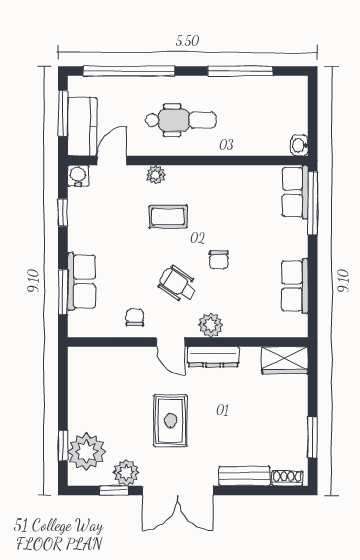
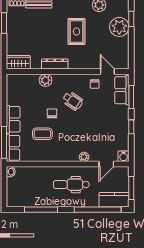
kitchen counter: (82, 127) -> (114, 200), moved, turned 90
window: (63, 213) -> (131, 127), moved
coffee table: (168, 217) -> (42, 134), moved
row of seats: (81, 281) -> (122, 90), moved
row of seats: (295, 286) -> (13, 119), moved
plant: (211, 325) -> (45, 80), moved
door: (170, 342) -> (107, 72), moved
plant: (86, 452) -> (119, 27), moved

